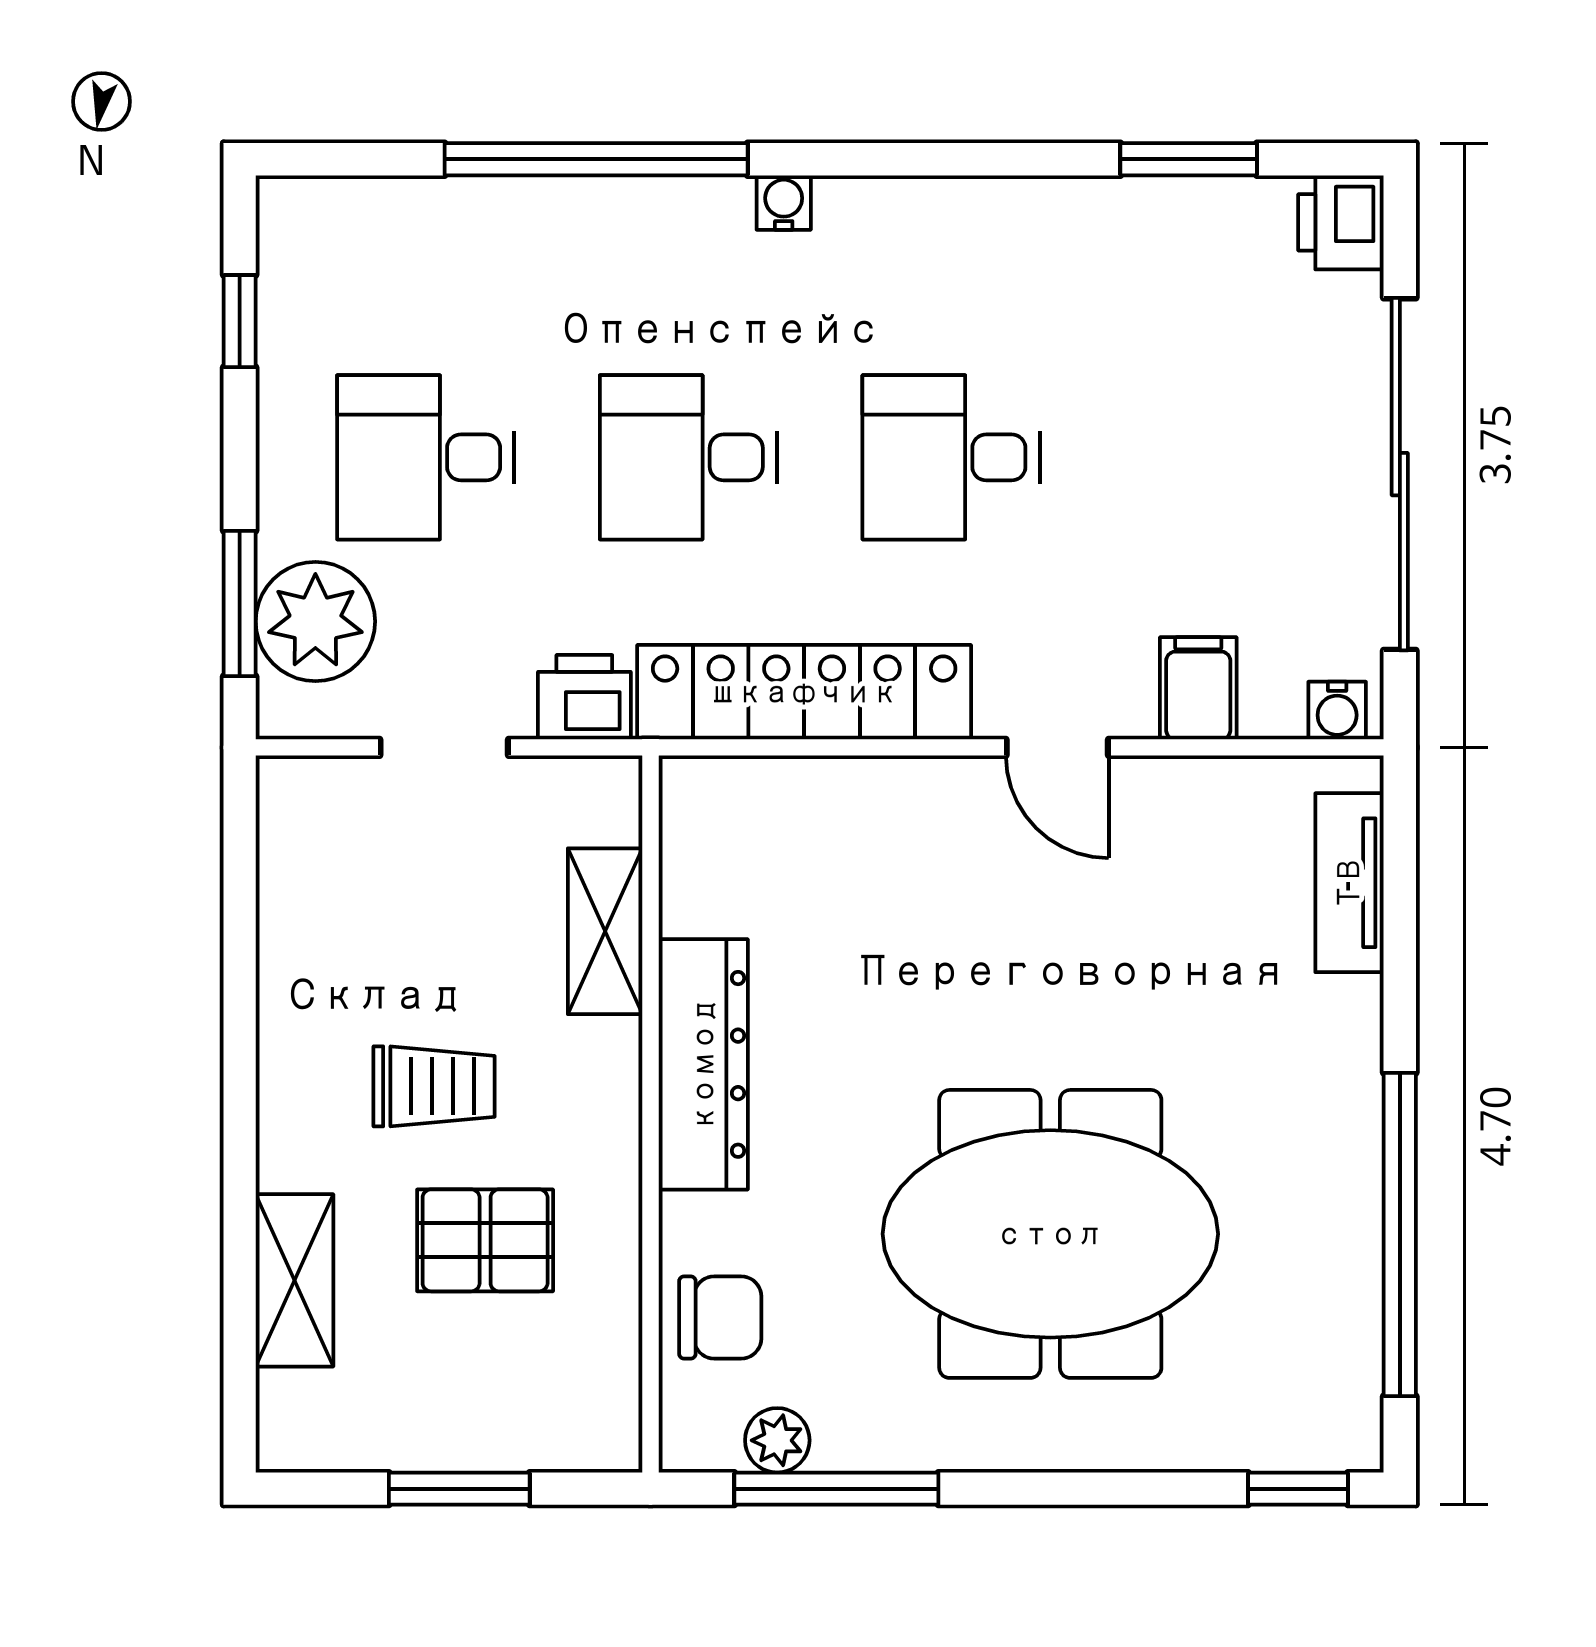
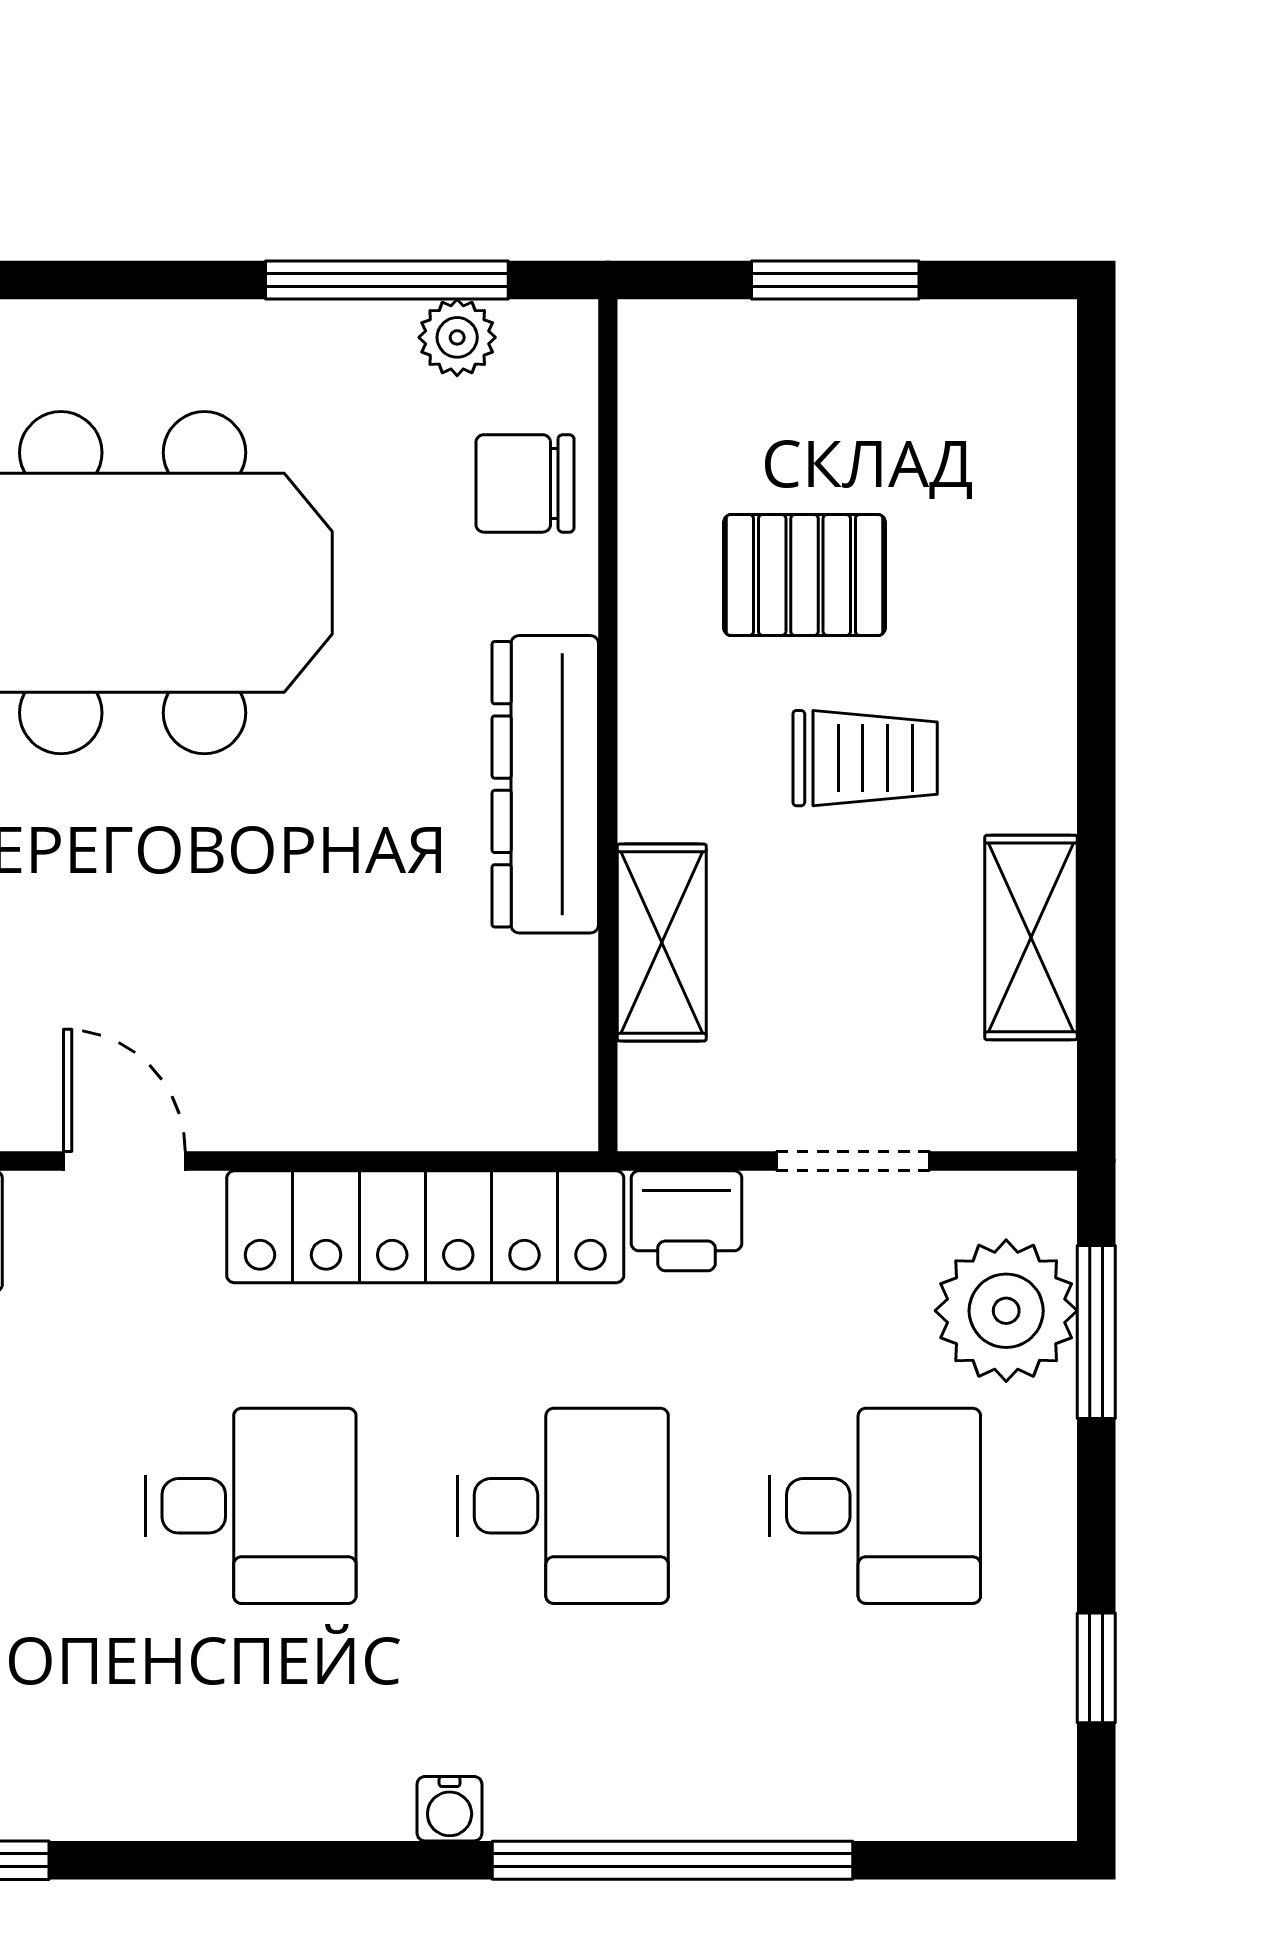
trolley: (434, 1086) -> (865, 758), turned 180
shelving: (295, 1280) -> (1031, 937), moved

